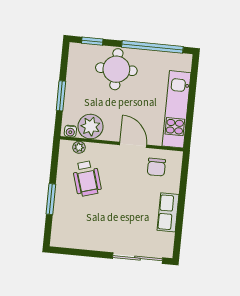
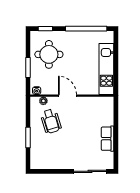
round table: (116, 69) -> (49, 54), moved
plant: (90, 127) -> (50, 86), removed
door: (133, 145) -> (68, 96), moved
chair: (156, 167) -> (97, 109), removed

